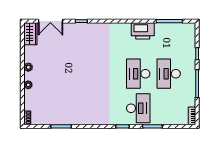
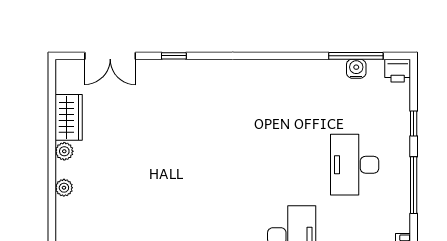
water cooler: (169, 27) -> (356, 69), added
printer: (143, 31) -> (398, 71), moved, width x0.53, depth x0.68
wardrobe: (30, 34) -> (69, 117), moved
desk: (138, 74) -> (292, 165), removed

